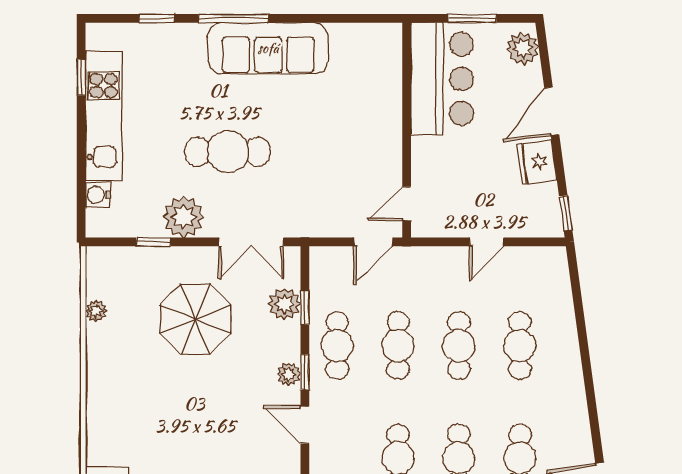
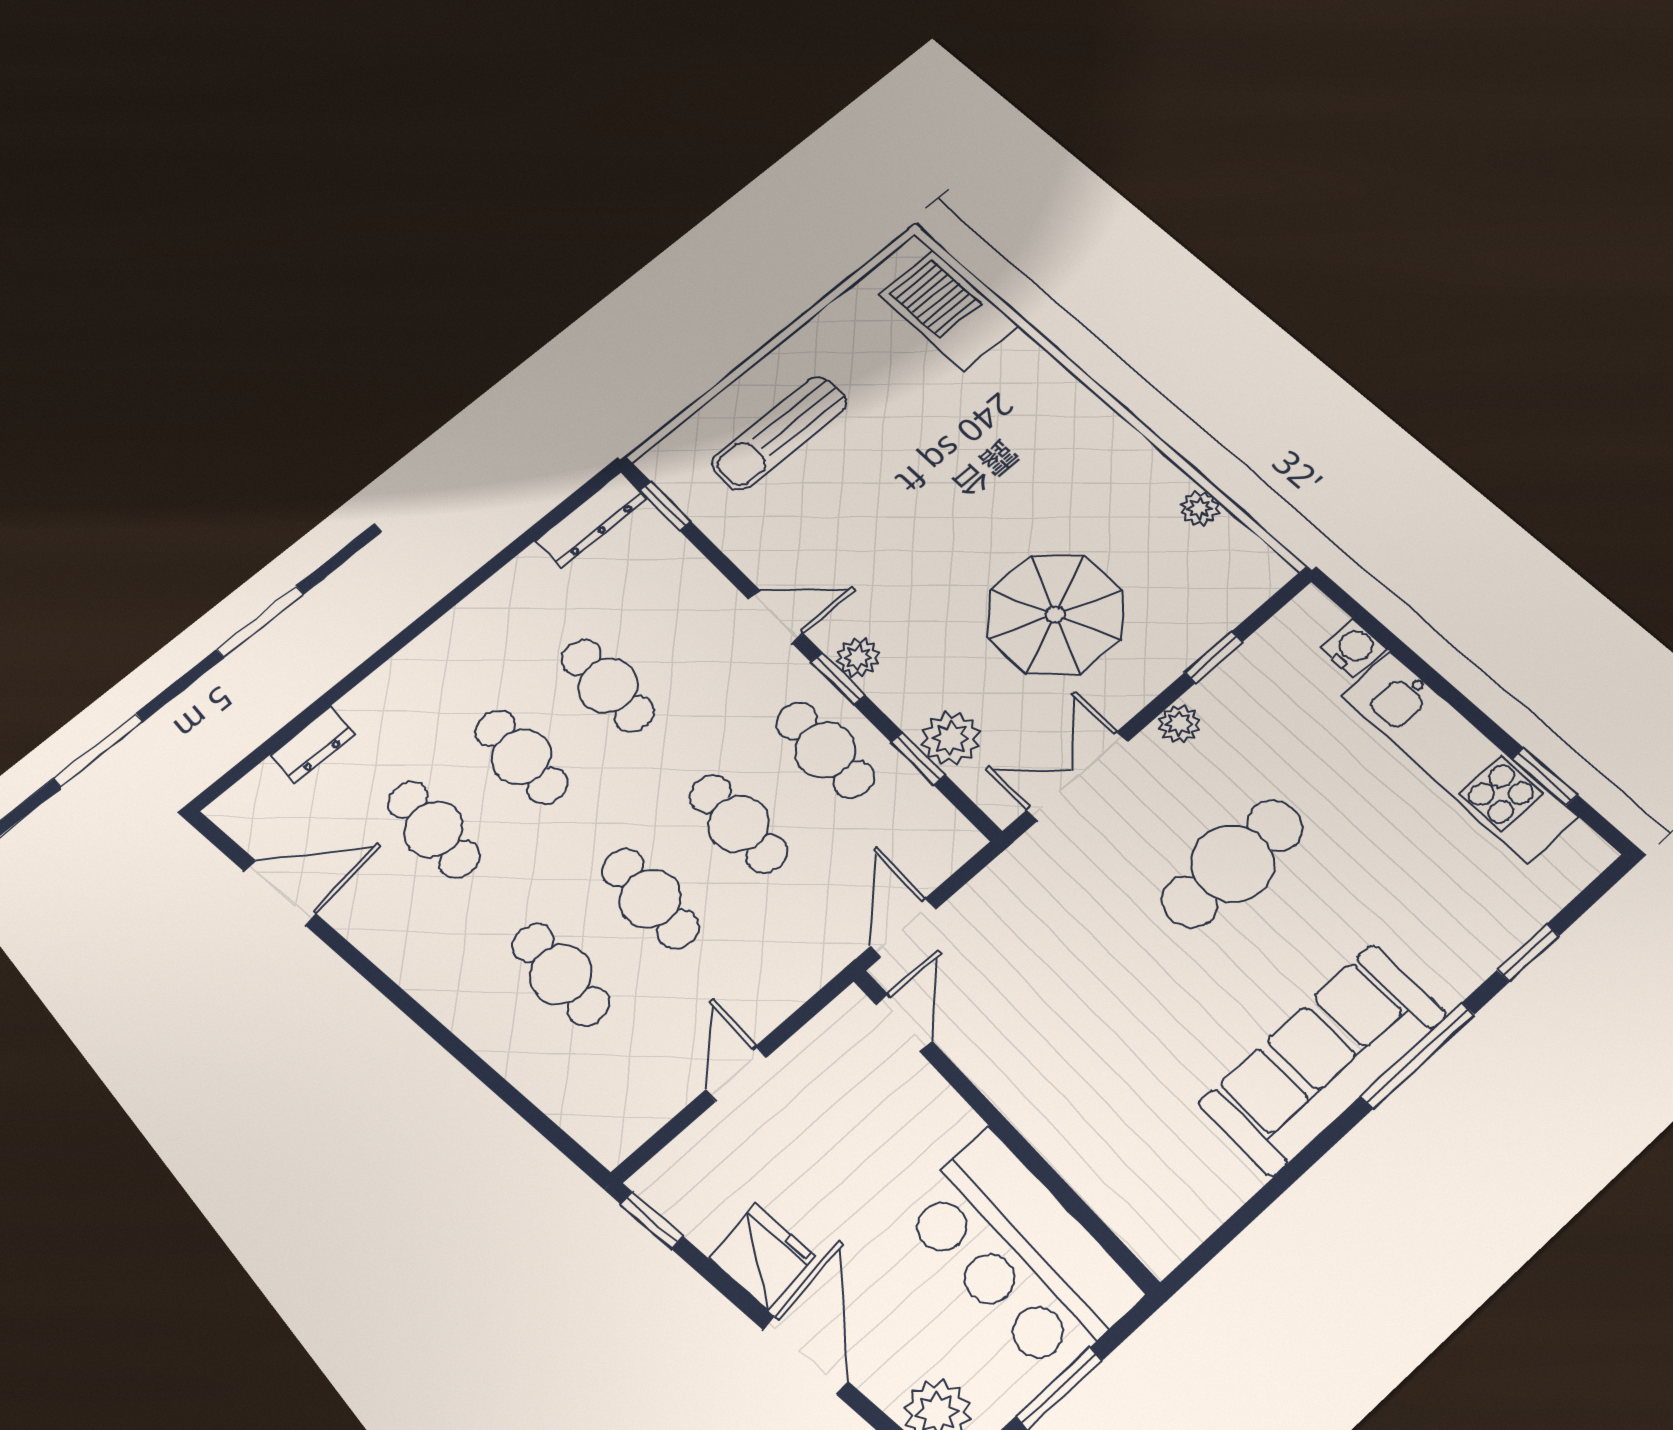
plant: (183, 217) -> (1179, 724), width x0.53, depth x0.53

